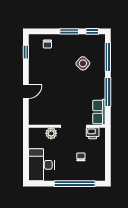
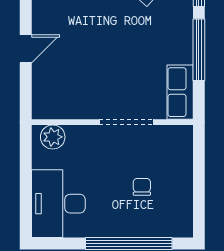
plant: (51, 133) -> (53, 137), moved
printer: (93, 133) -> (167, 137), removed

